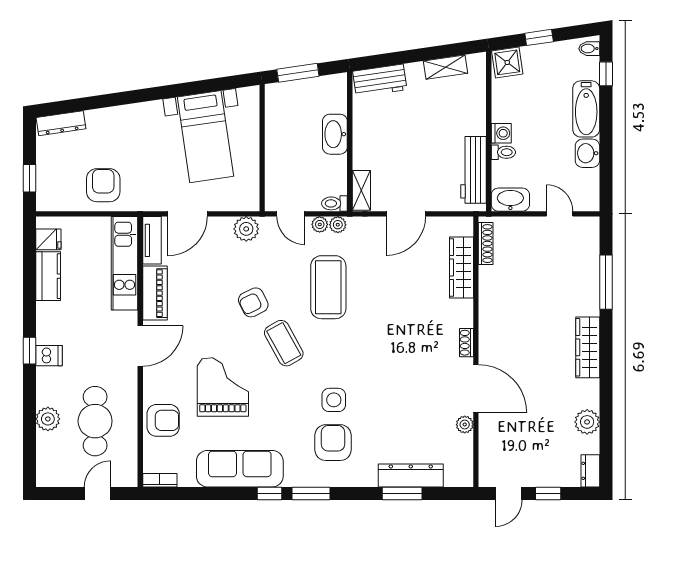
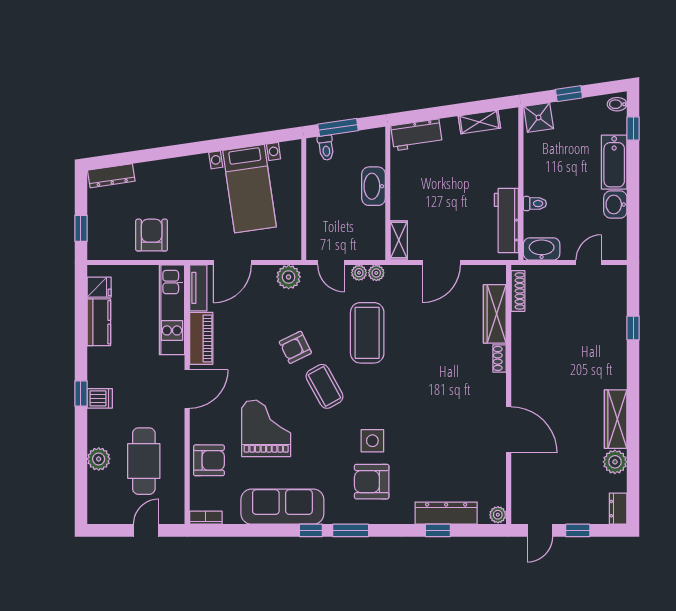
washing machine: (501, 133) -> (533, 185), removed
toilet: (334, 203) -> (326, 148), moved, turned -98
door: (560, 214) -> (589, 263), hinge flipped
window: (606, 282) -> (633, 328), width x0.46
shoe rack: (466, 343) -> (499, 358), moved
wardrobe: (588, 347) -> (616, 419), moved
plant: (465, 425) -> (498, 515), moved
armchair: (333, 443) -> (372, 482), turned -90
window: (402, 494) -> (438, 530), width x0.67

